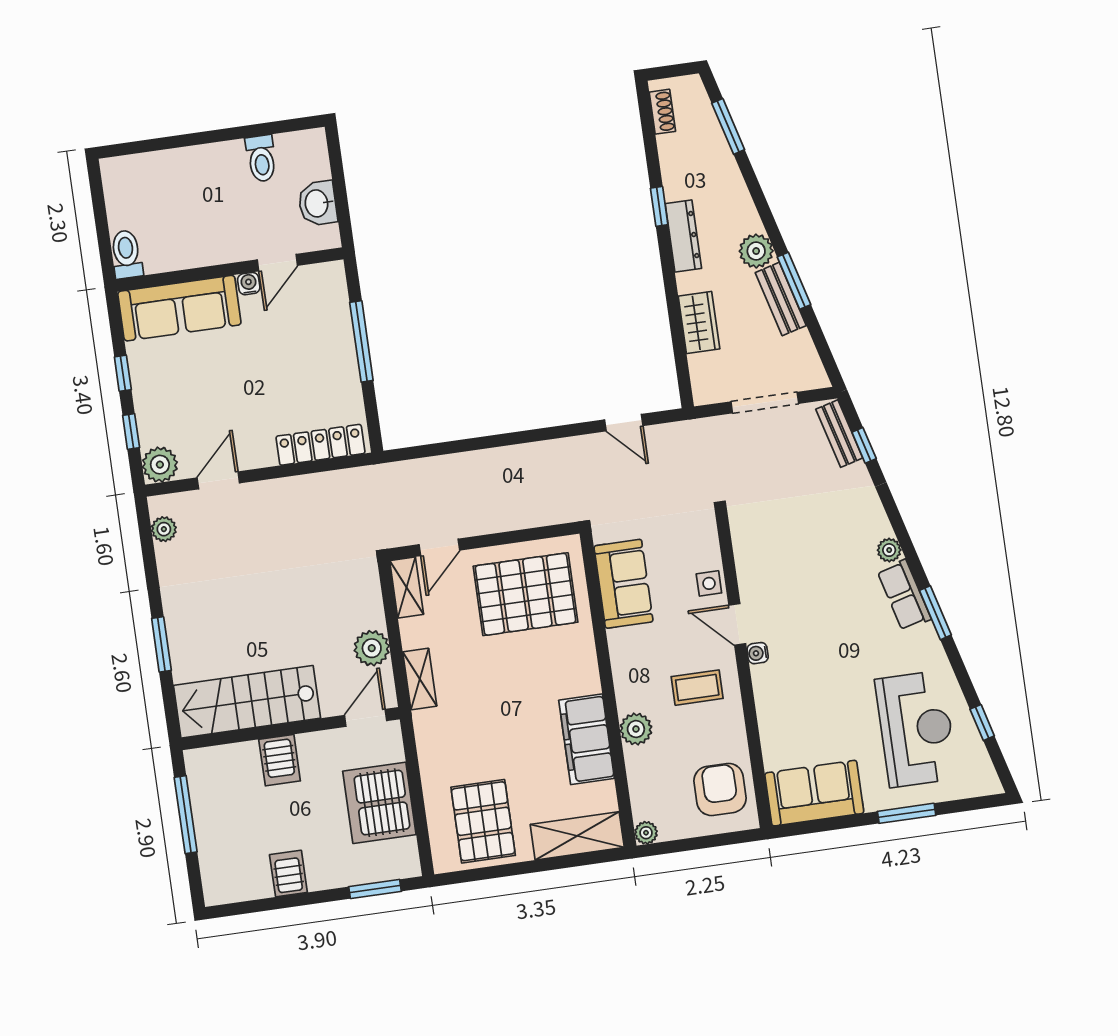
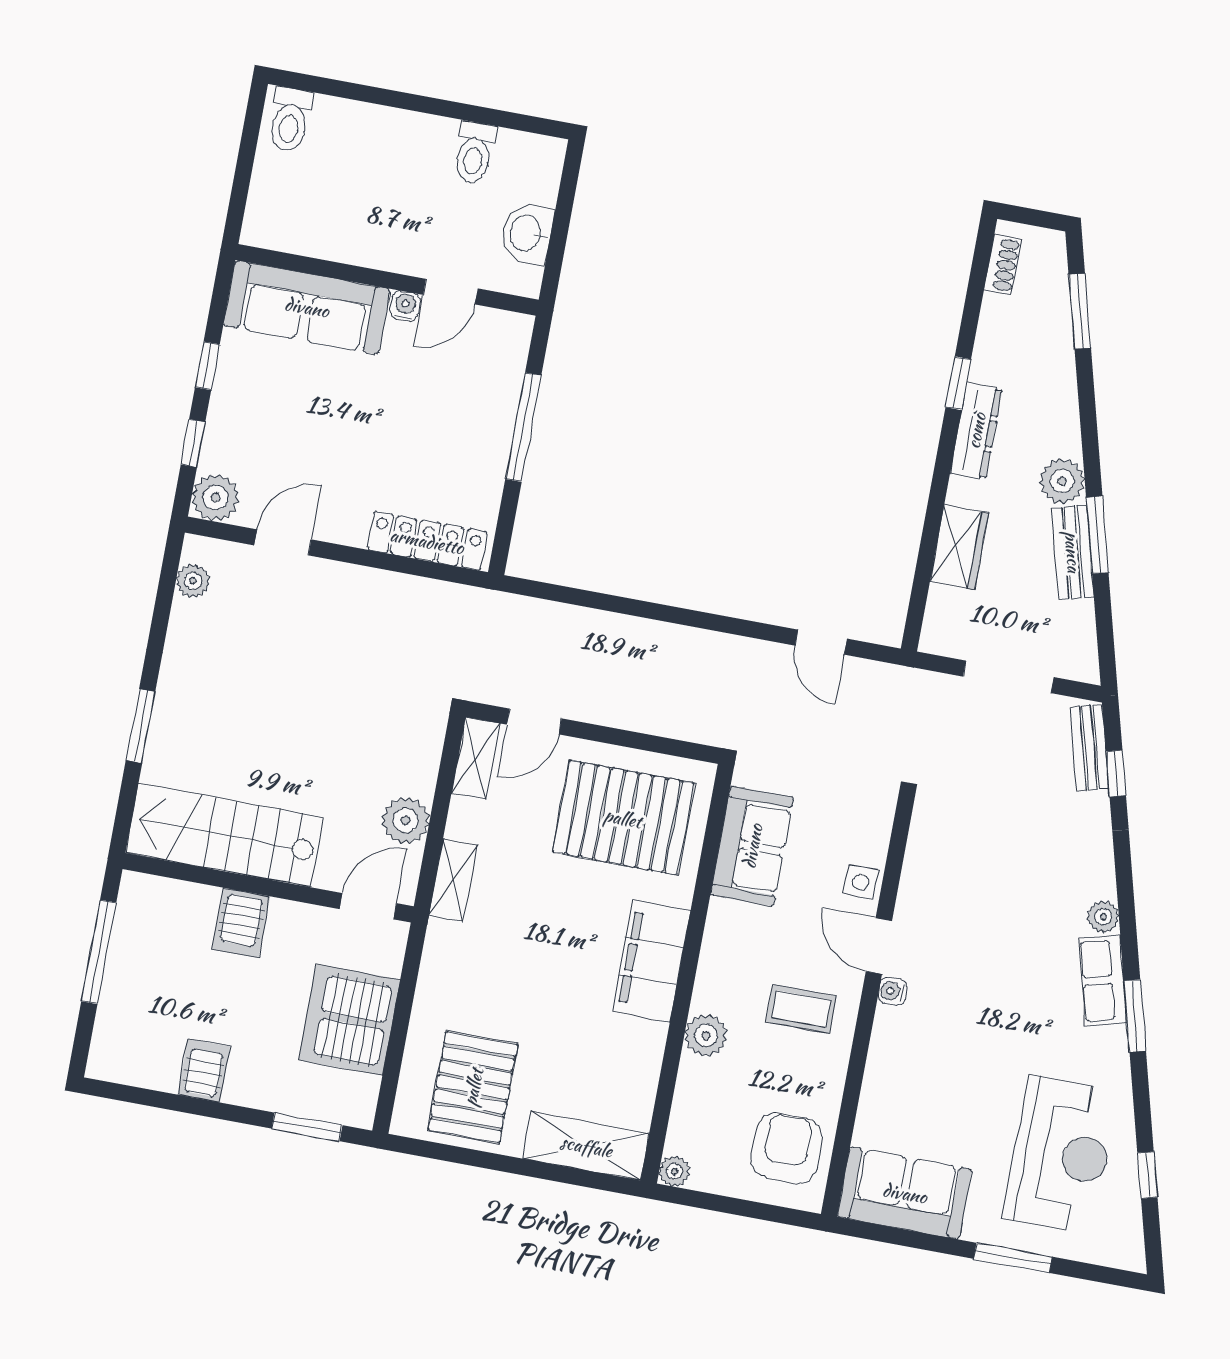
toilet: (126, 254) -> (290, 120), moved, turned 180
filing cabinet: (587, 739) -> (651, 961), moved

